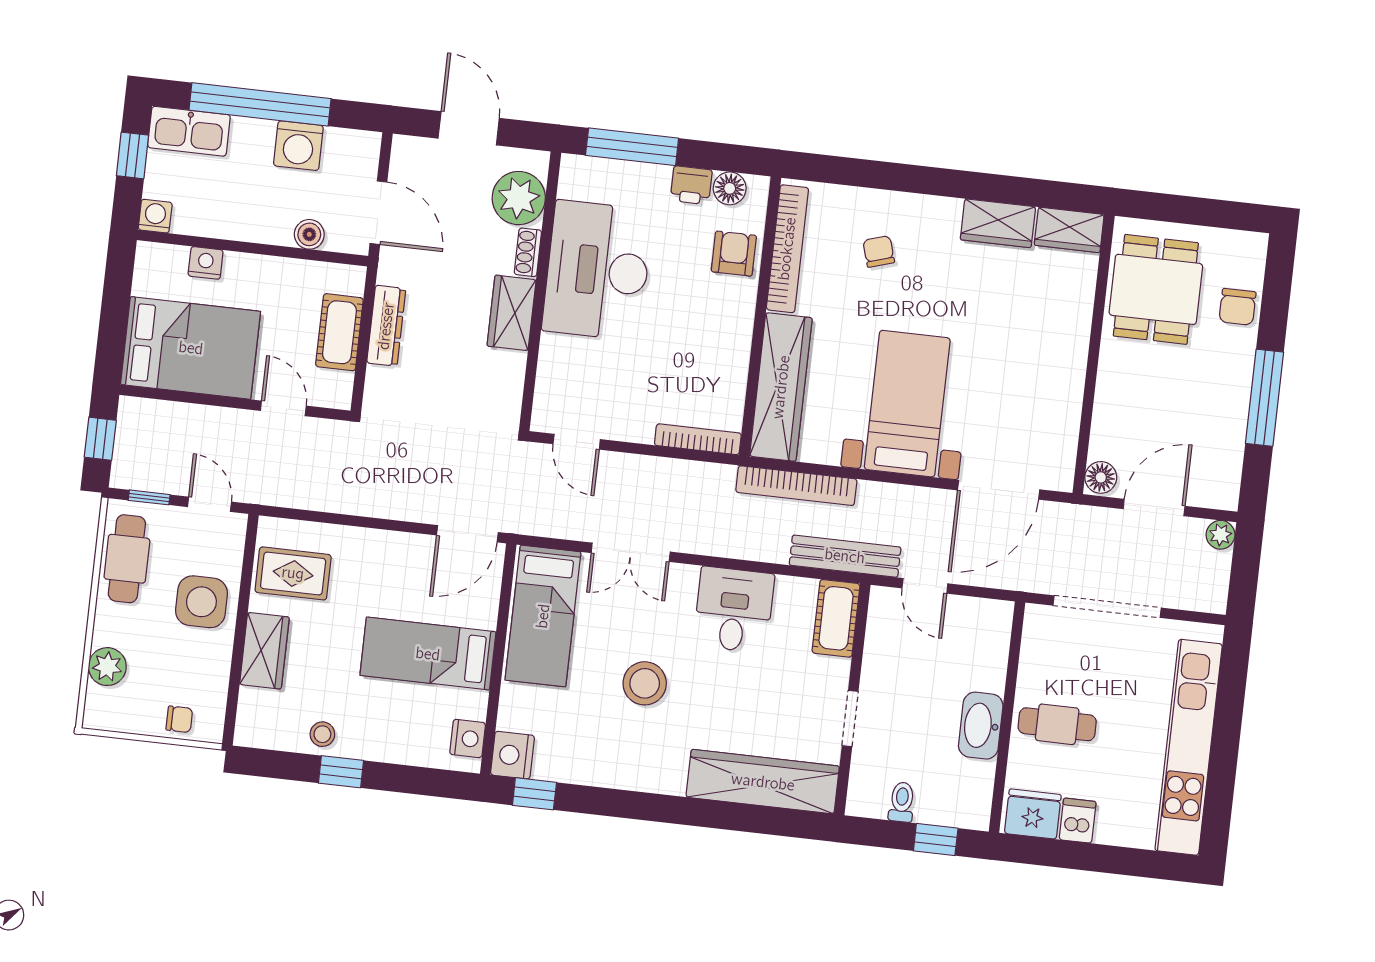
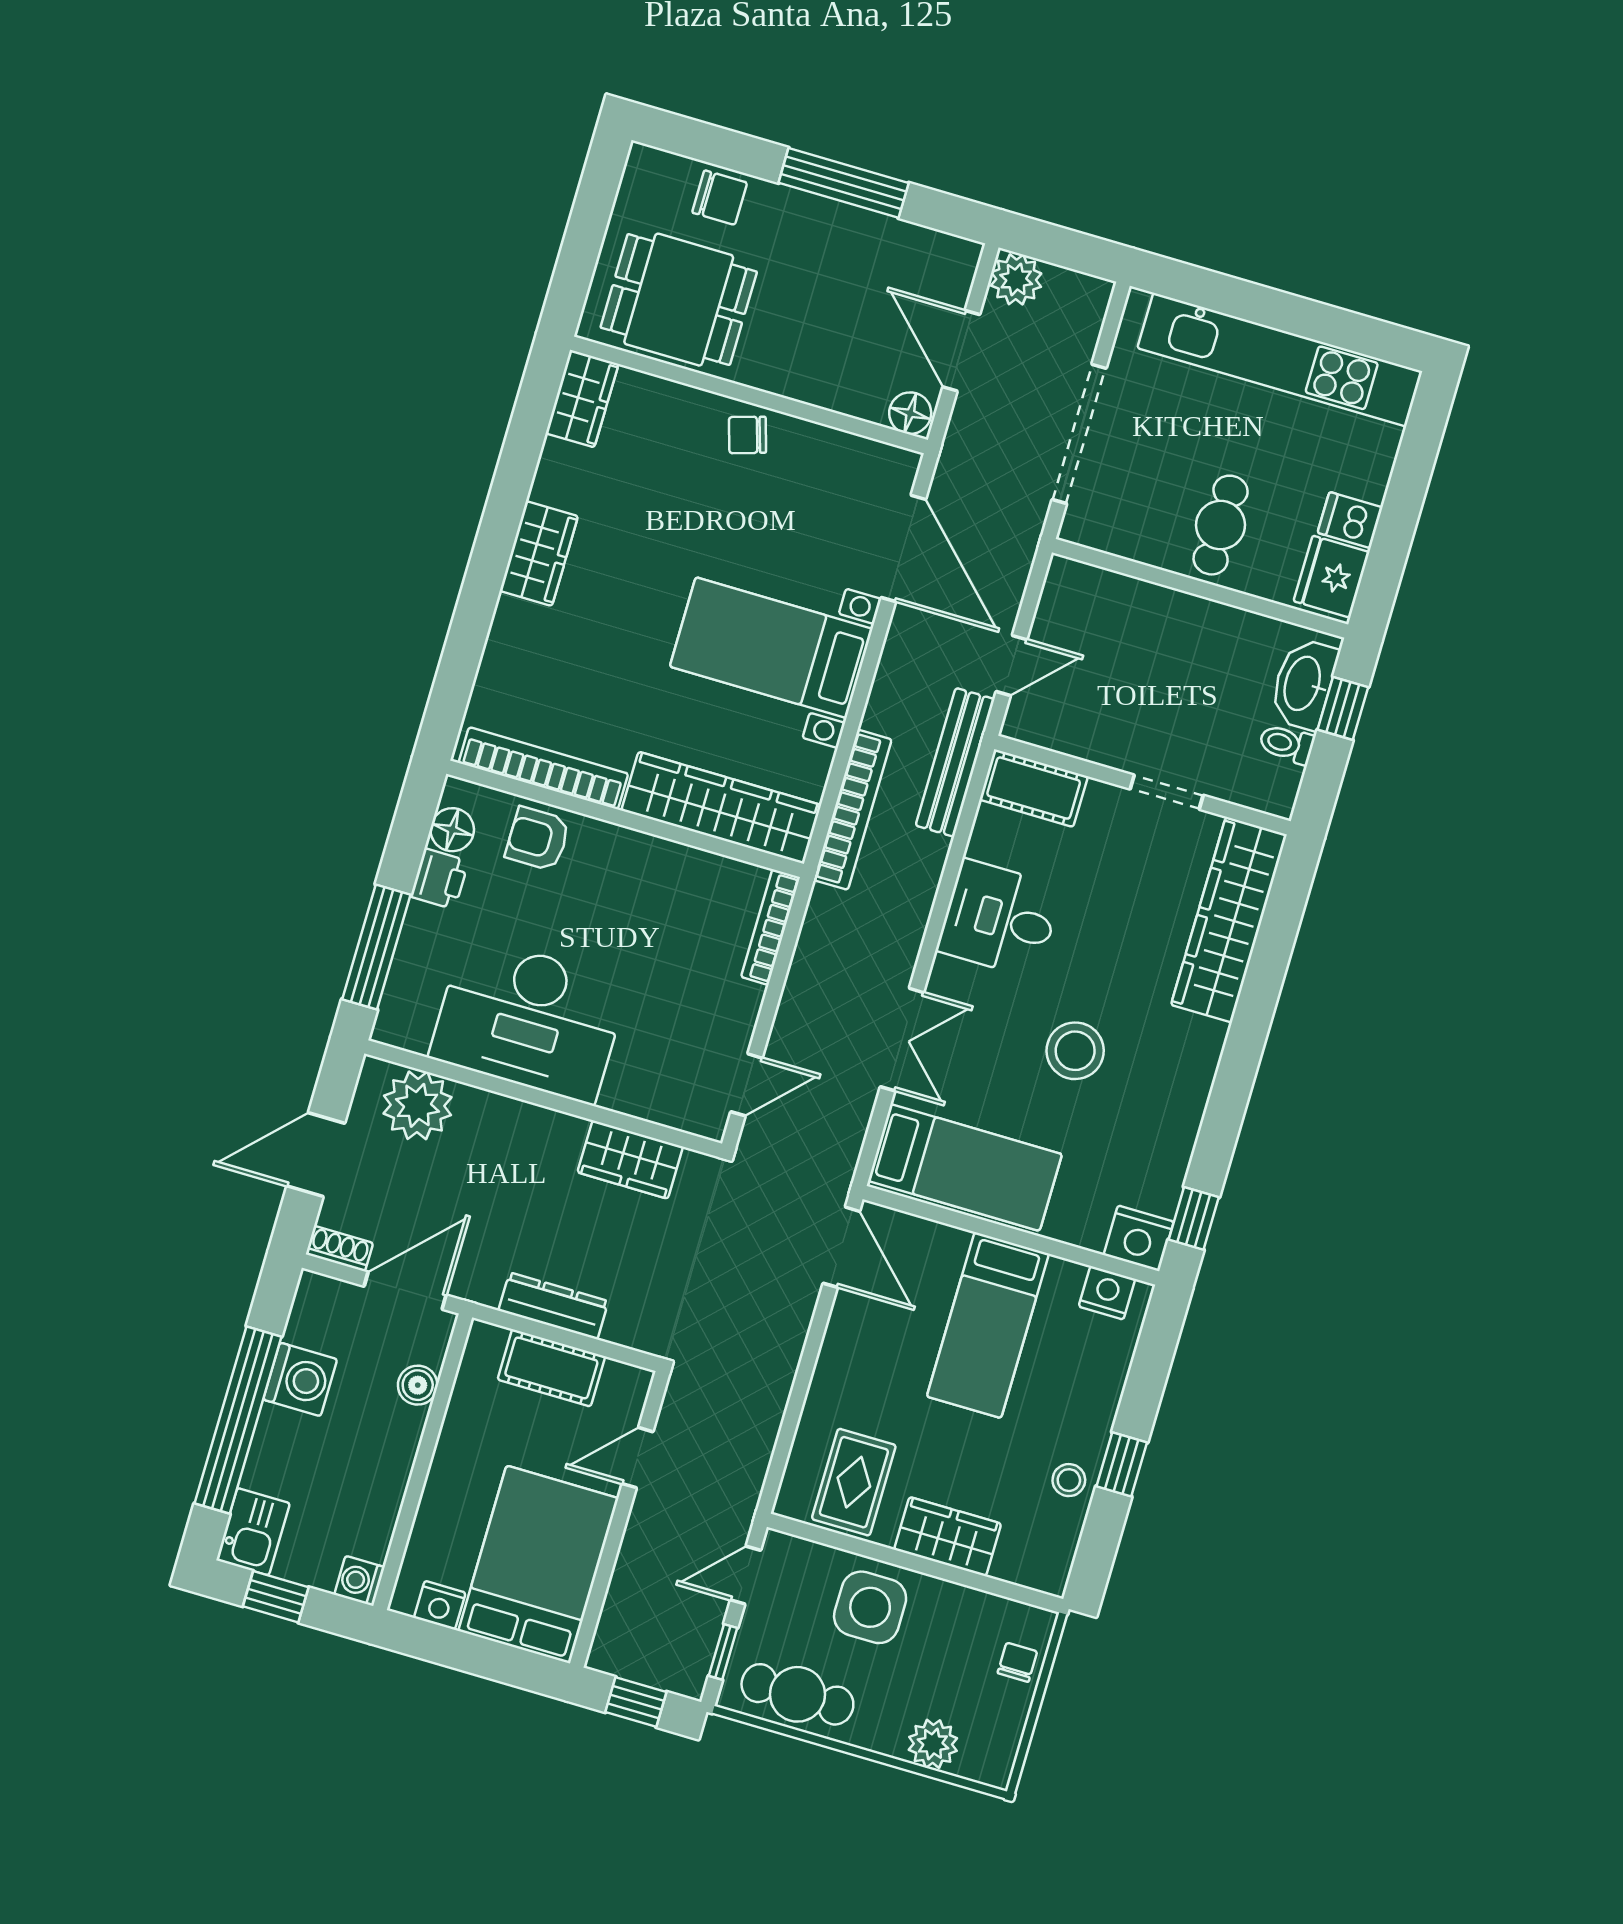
kitchen sink: (189, 131) -> (253, 1532), width x0.73
wardrobe: (998, 223) -> (539, 554), moved
chair: (879, 251) -> (748, 435), moved
shoe rack: (528, 252) -> (339, 1249), moved, turned 180
nightstand: (206, 263) -> (440, 1605), moved, turned -90
wardrobe: (512, 313) -> (630, 1160), moved
plant: (1220, 535) -> (1016, 279), width x1.38, depth x1.38
washbasin: (981, 726) -> (1304, 684), moved, turned 90

